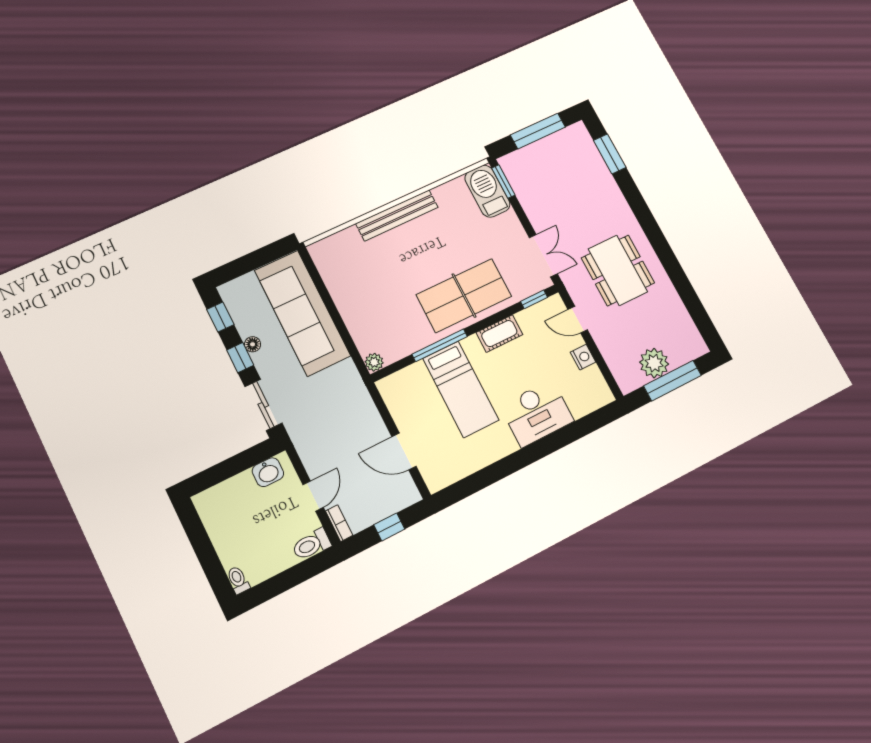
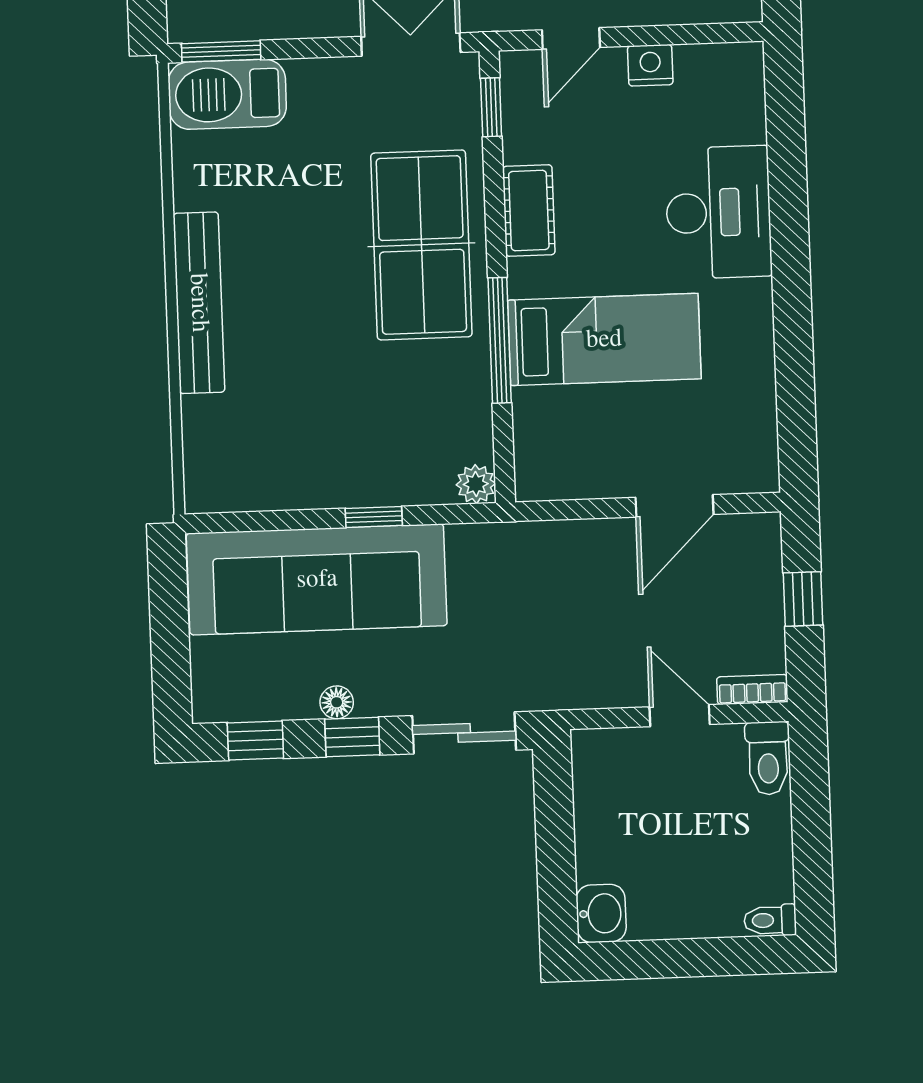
window: (340, 325) -> (374, 517), added
washbasin: (268, 472) -> (601, 913), moved

